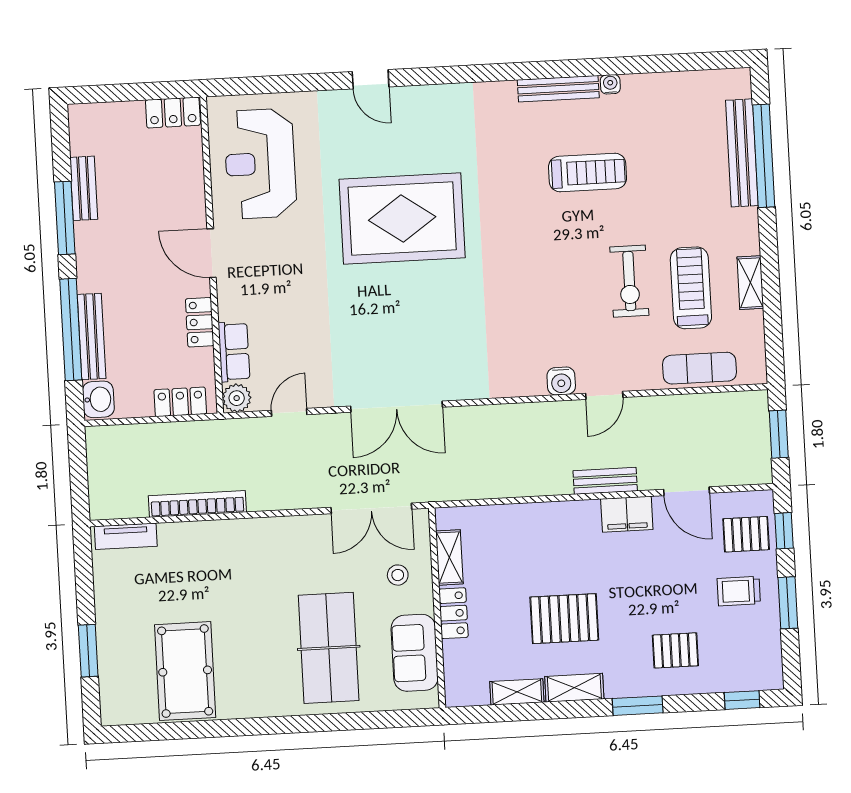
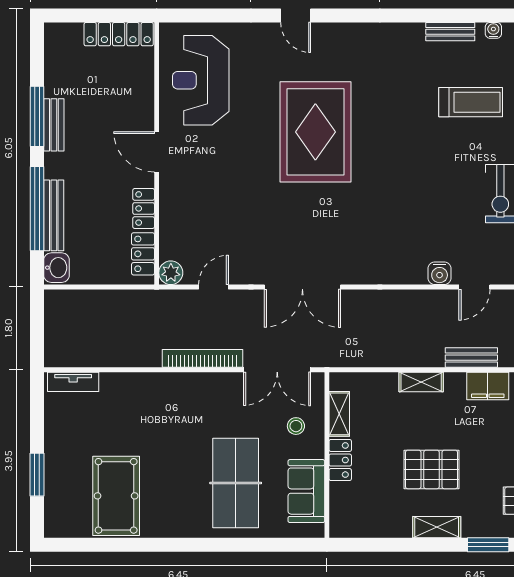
bench: (558, 89) -> (450, 32), width x0.73
locker: (173, 113) -> (119, 34), width x1.53
bench: (84, 188) -> (54, 125), moved
rug: (402, 219) -> (315, 132), turned 90
row of seats: (234, 352) -> (171, 234), removed
locker: (180, 402) -> (143, 254), moved, turned -90
bookcase: (197, 504) -> (203, 358), moved
shelving: (517, 692) -> (421, 382), moved

